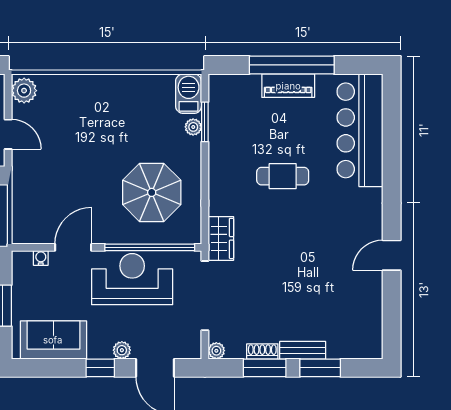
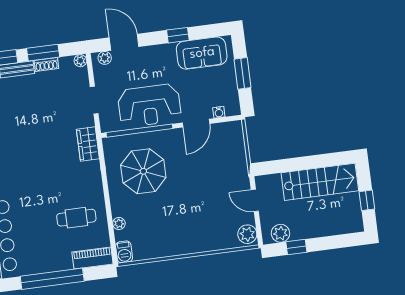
piano: (288, 86) -> (92, 258), moved
barbecue: (189, 94) -> (124, 252), width x0.73, depth x0.79
window: (205, 122) -> (111, 228), removed
cafe table: (283, 176) -> (76, 218), moved
doorway: (205, 296) -> (94, 100), width x0.53
plant: (122, 350) -> (105, 58), moved
window: (100, 368) -> (178, 35), moved

